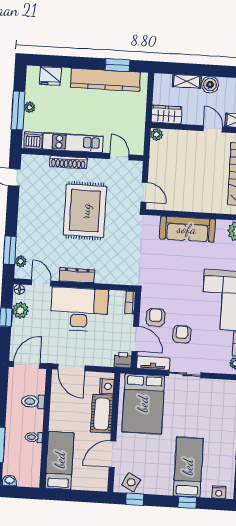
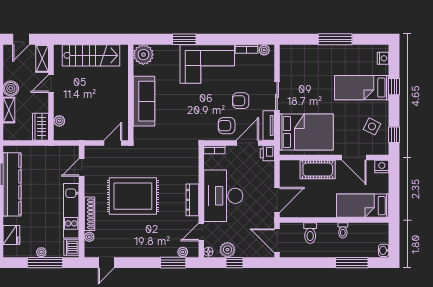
plant: (157, 135) -> (59, 121), moved
plant: (43, 161) -> (89, 237), added
nightstand: (107, 386) -> (382, 167), moved
side table: (131, 482) -> (372, 126), moved

